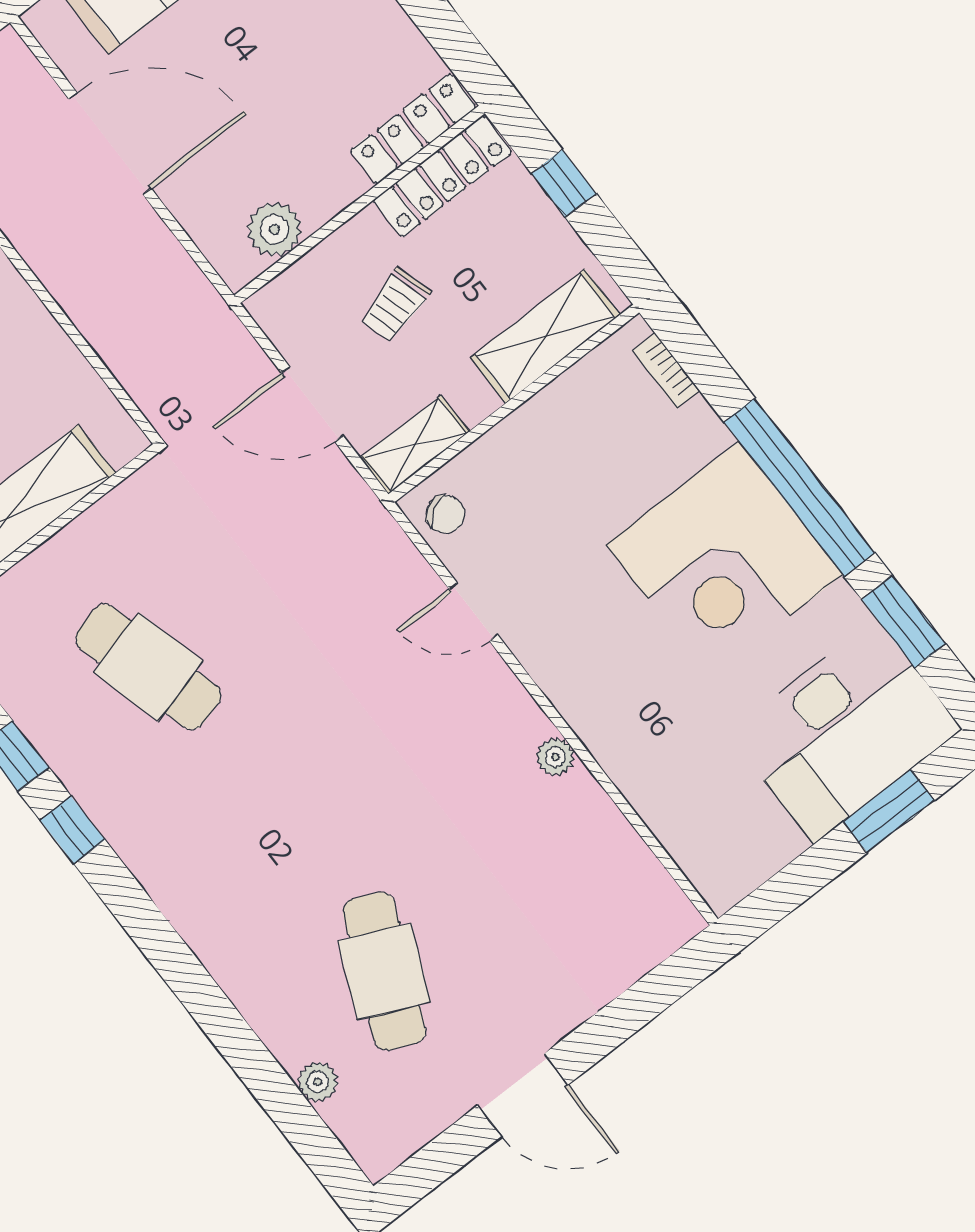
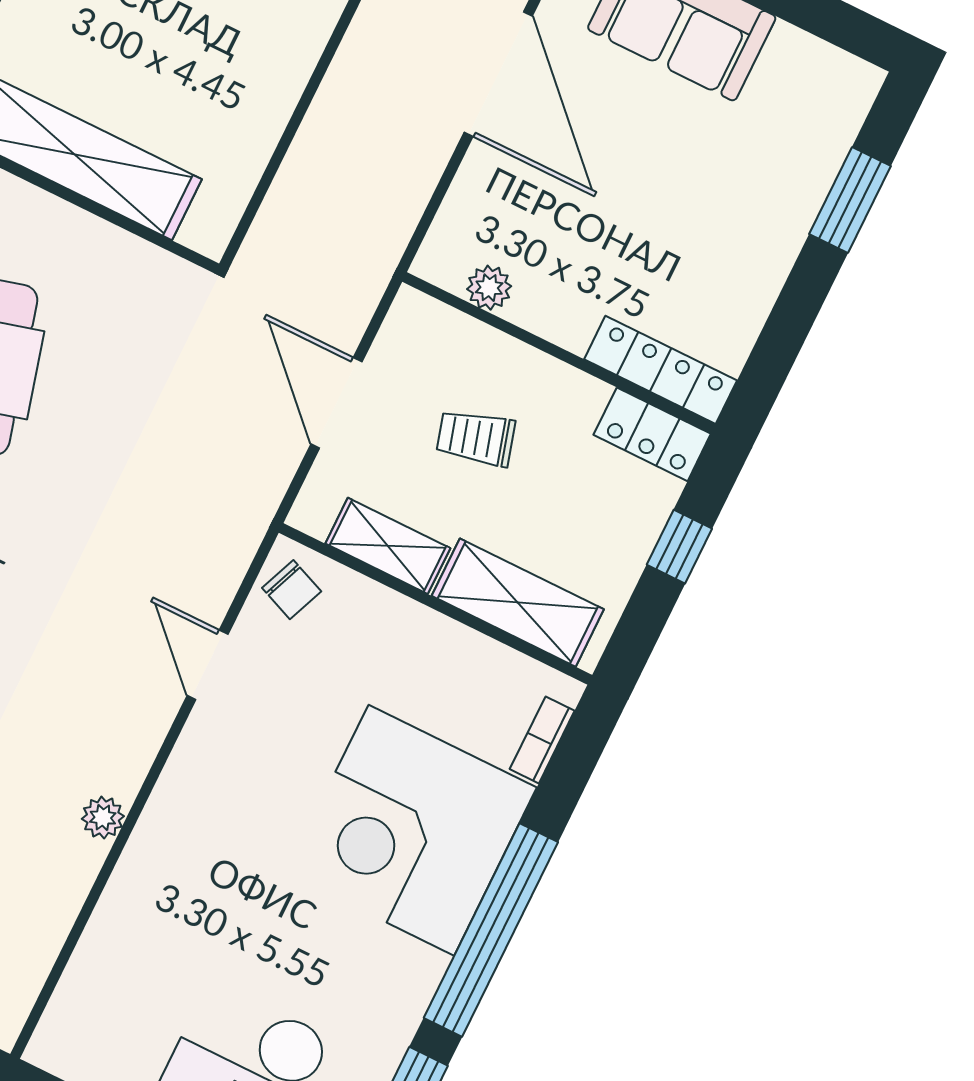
locker: (443, 176) -> (652, 434), width x0.66
plant: (274, 229) -> (489, 288), width x0.73, depth x0.73
shelving: (415, 445) -> (388, 546), moved
chair: (445, 514) -> (292, 590), turned -37
corner desk: (724, 560) -> (411, 830), moved

